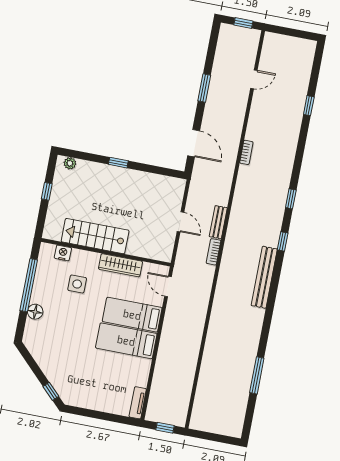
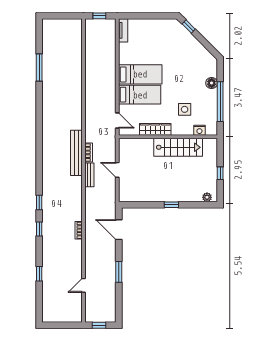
window: (283, 241) -> (39, 229), moved
bench: (264, 277) -> (76, 153), moved

